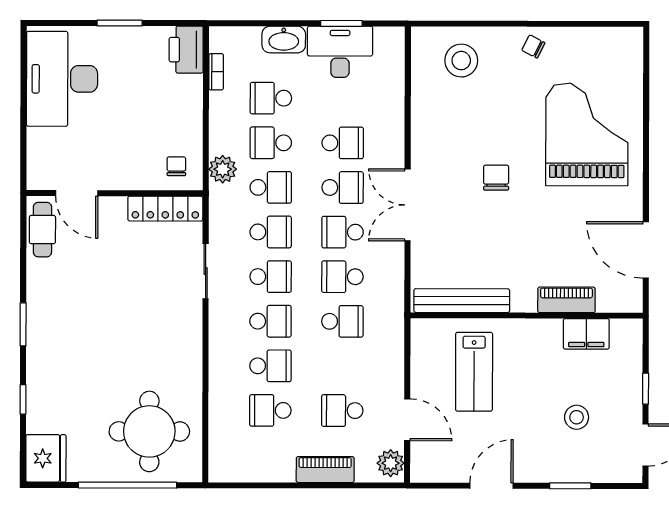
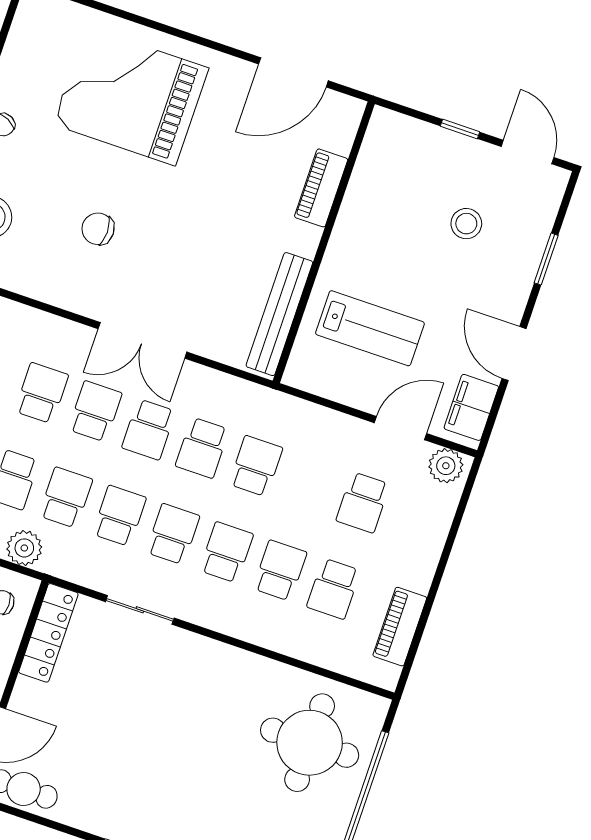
chair: (496, 178) -> (98, 229), moved
filing cabinet: (586, 334) -> (471, 407), moved, turned 180
piano: (325, 470) -> (400, 627), moved

